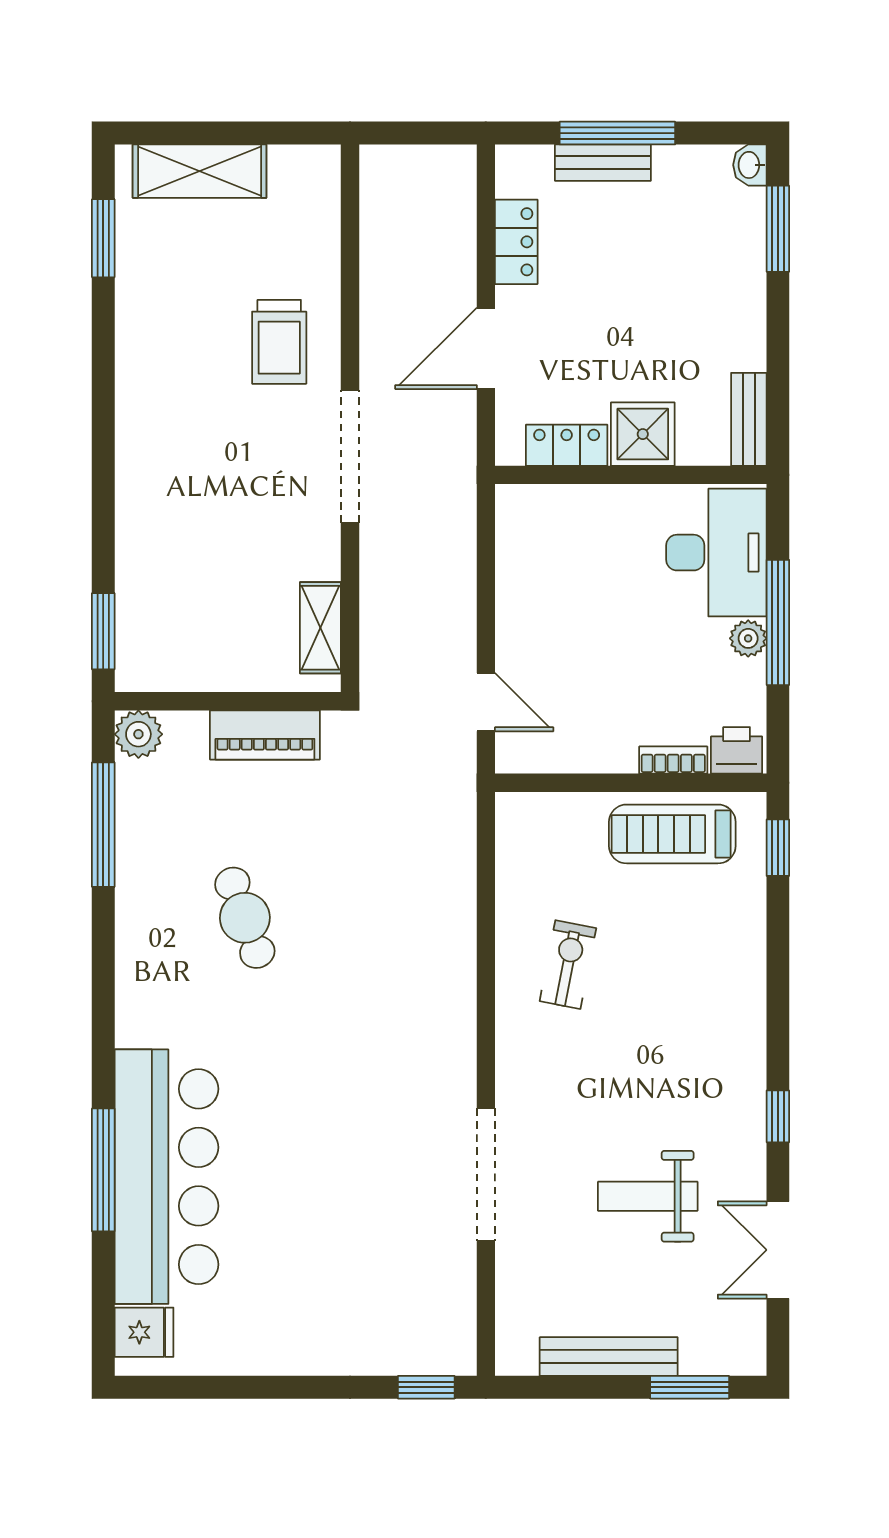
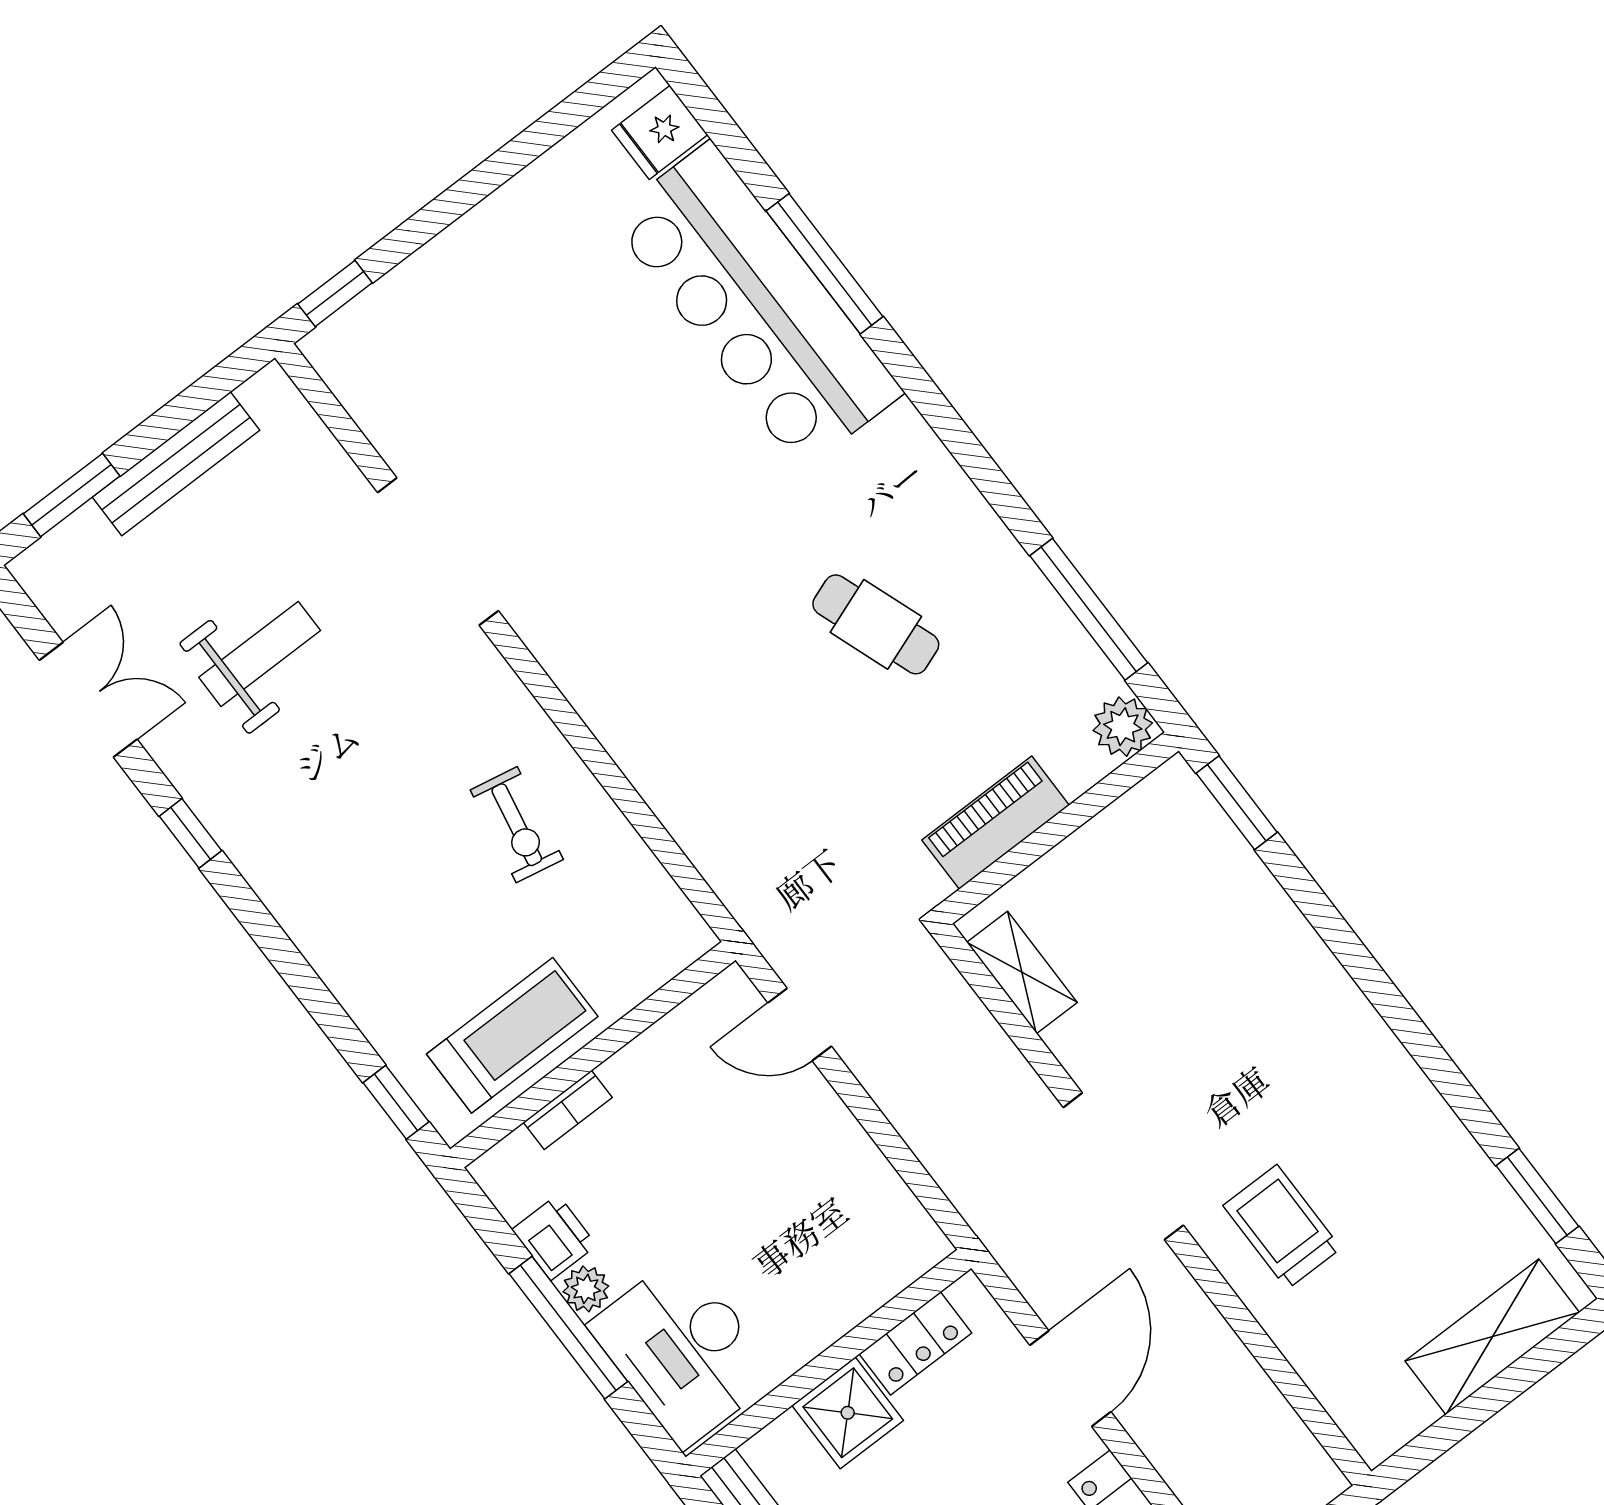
printer: (737, 750) -> (554, 1237), moved, turned -90

